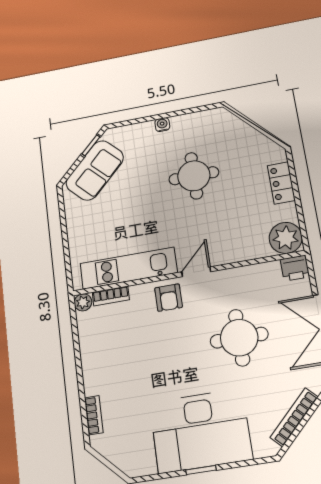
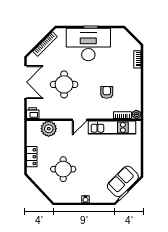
round table: (194, 176) -> (63, 169), moved
plant: (286, 238) -> (49, 129), moved
armchair: (169, 298) -> (107, 92), moved

